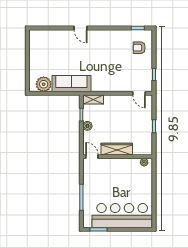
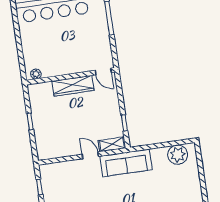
sofa: (71, 84) -> (126, 163), moved
door: (139, 93) -> (90, 155), moved
boiler: (87, 126) -> (115, 110), removed

